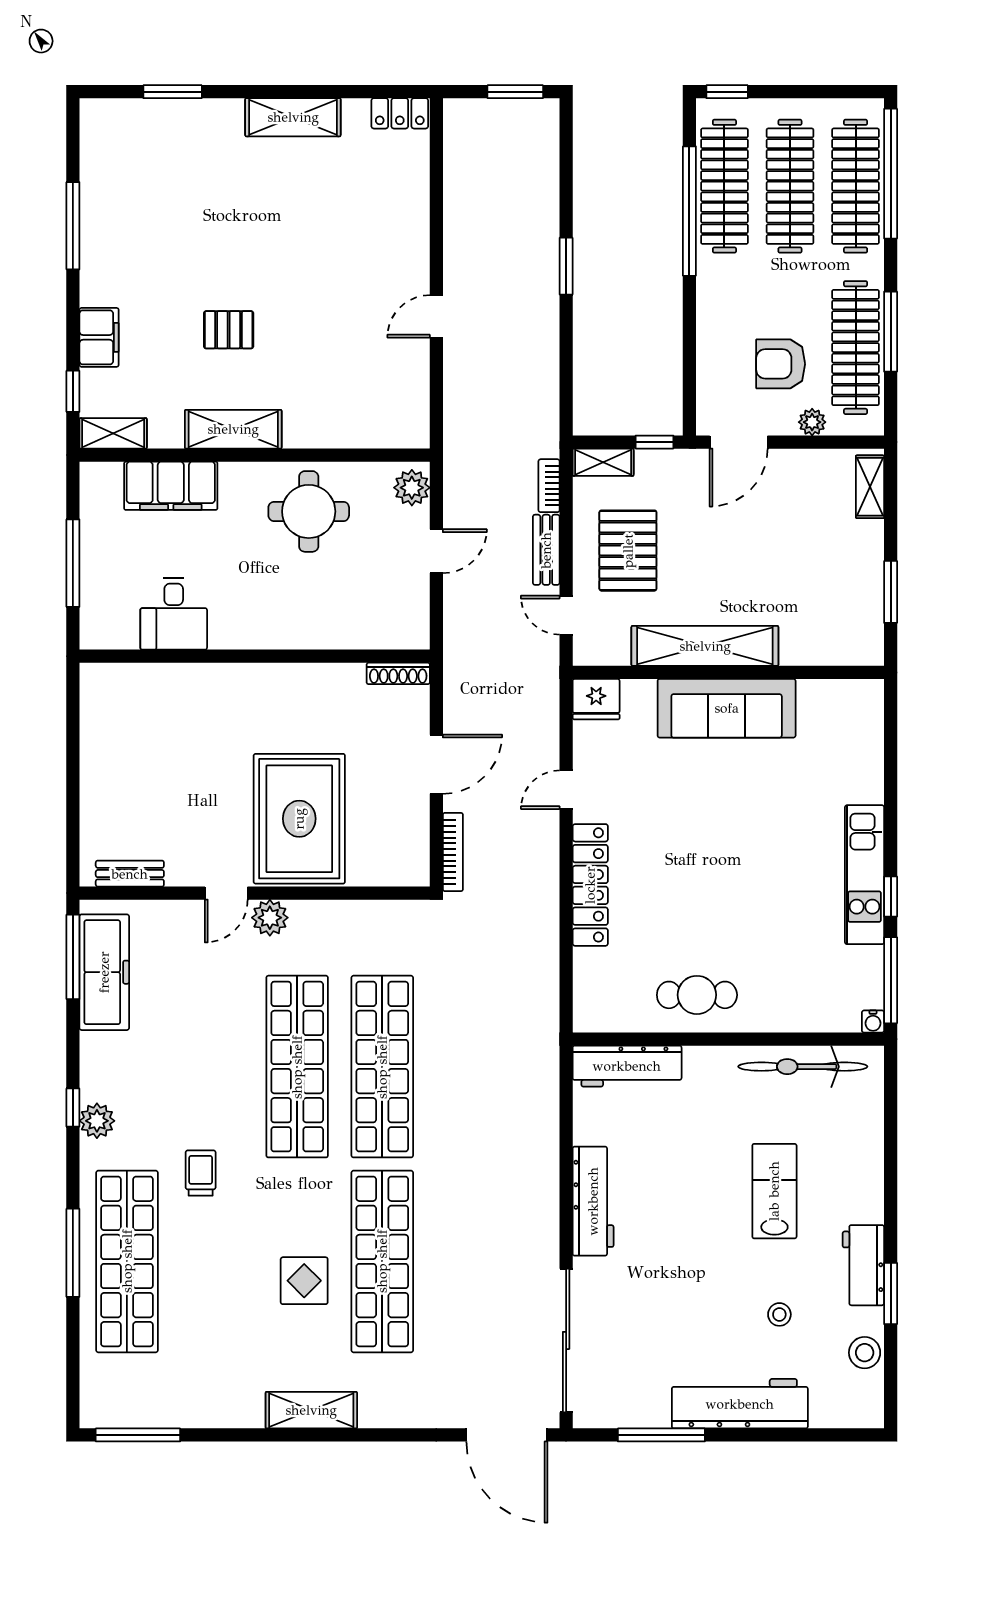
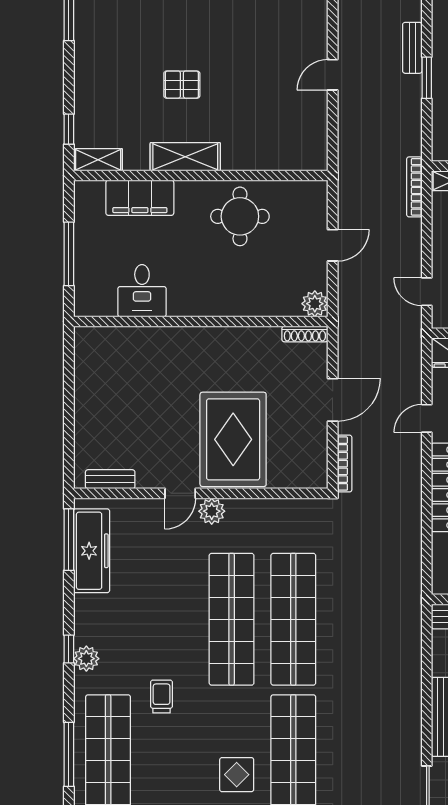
window: (566, 266) -> (427, 78), moved
filing cabinet: (99, 337) -> (88, 90), removed
bookcase: (549, 486) -> (414, 187), width x1.56
plant: (412, 488) -> (315, 304), moved
bench: (546, 550) -> (412, 48), moved

